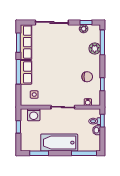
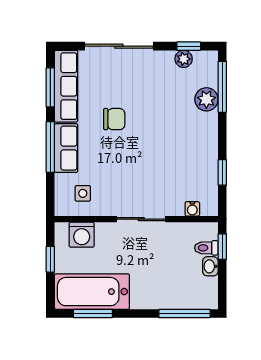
chair: (87, 77) -> (114, 119), moved
bathtub: (59, 143) -> (92, 292), moved

